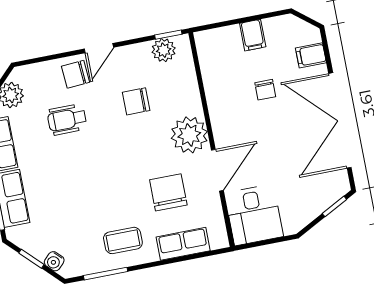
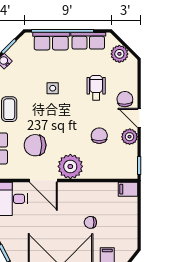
filing cabinet: (253, 35) -> (128, 189), moved
plant: (164, 50) -> (130, 137), moved
side table: (80, 183) -> (53, 88), added
chair: (168, 192) -> (35, 145), turned 180

